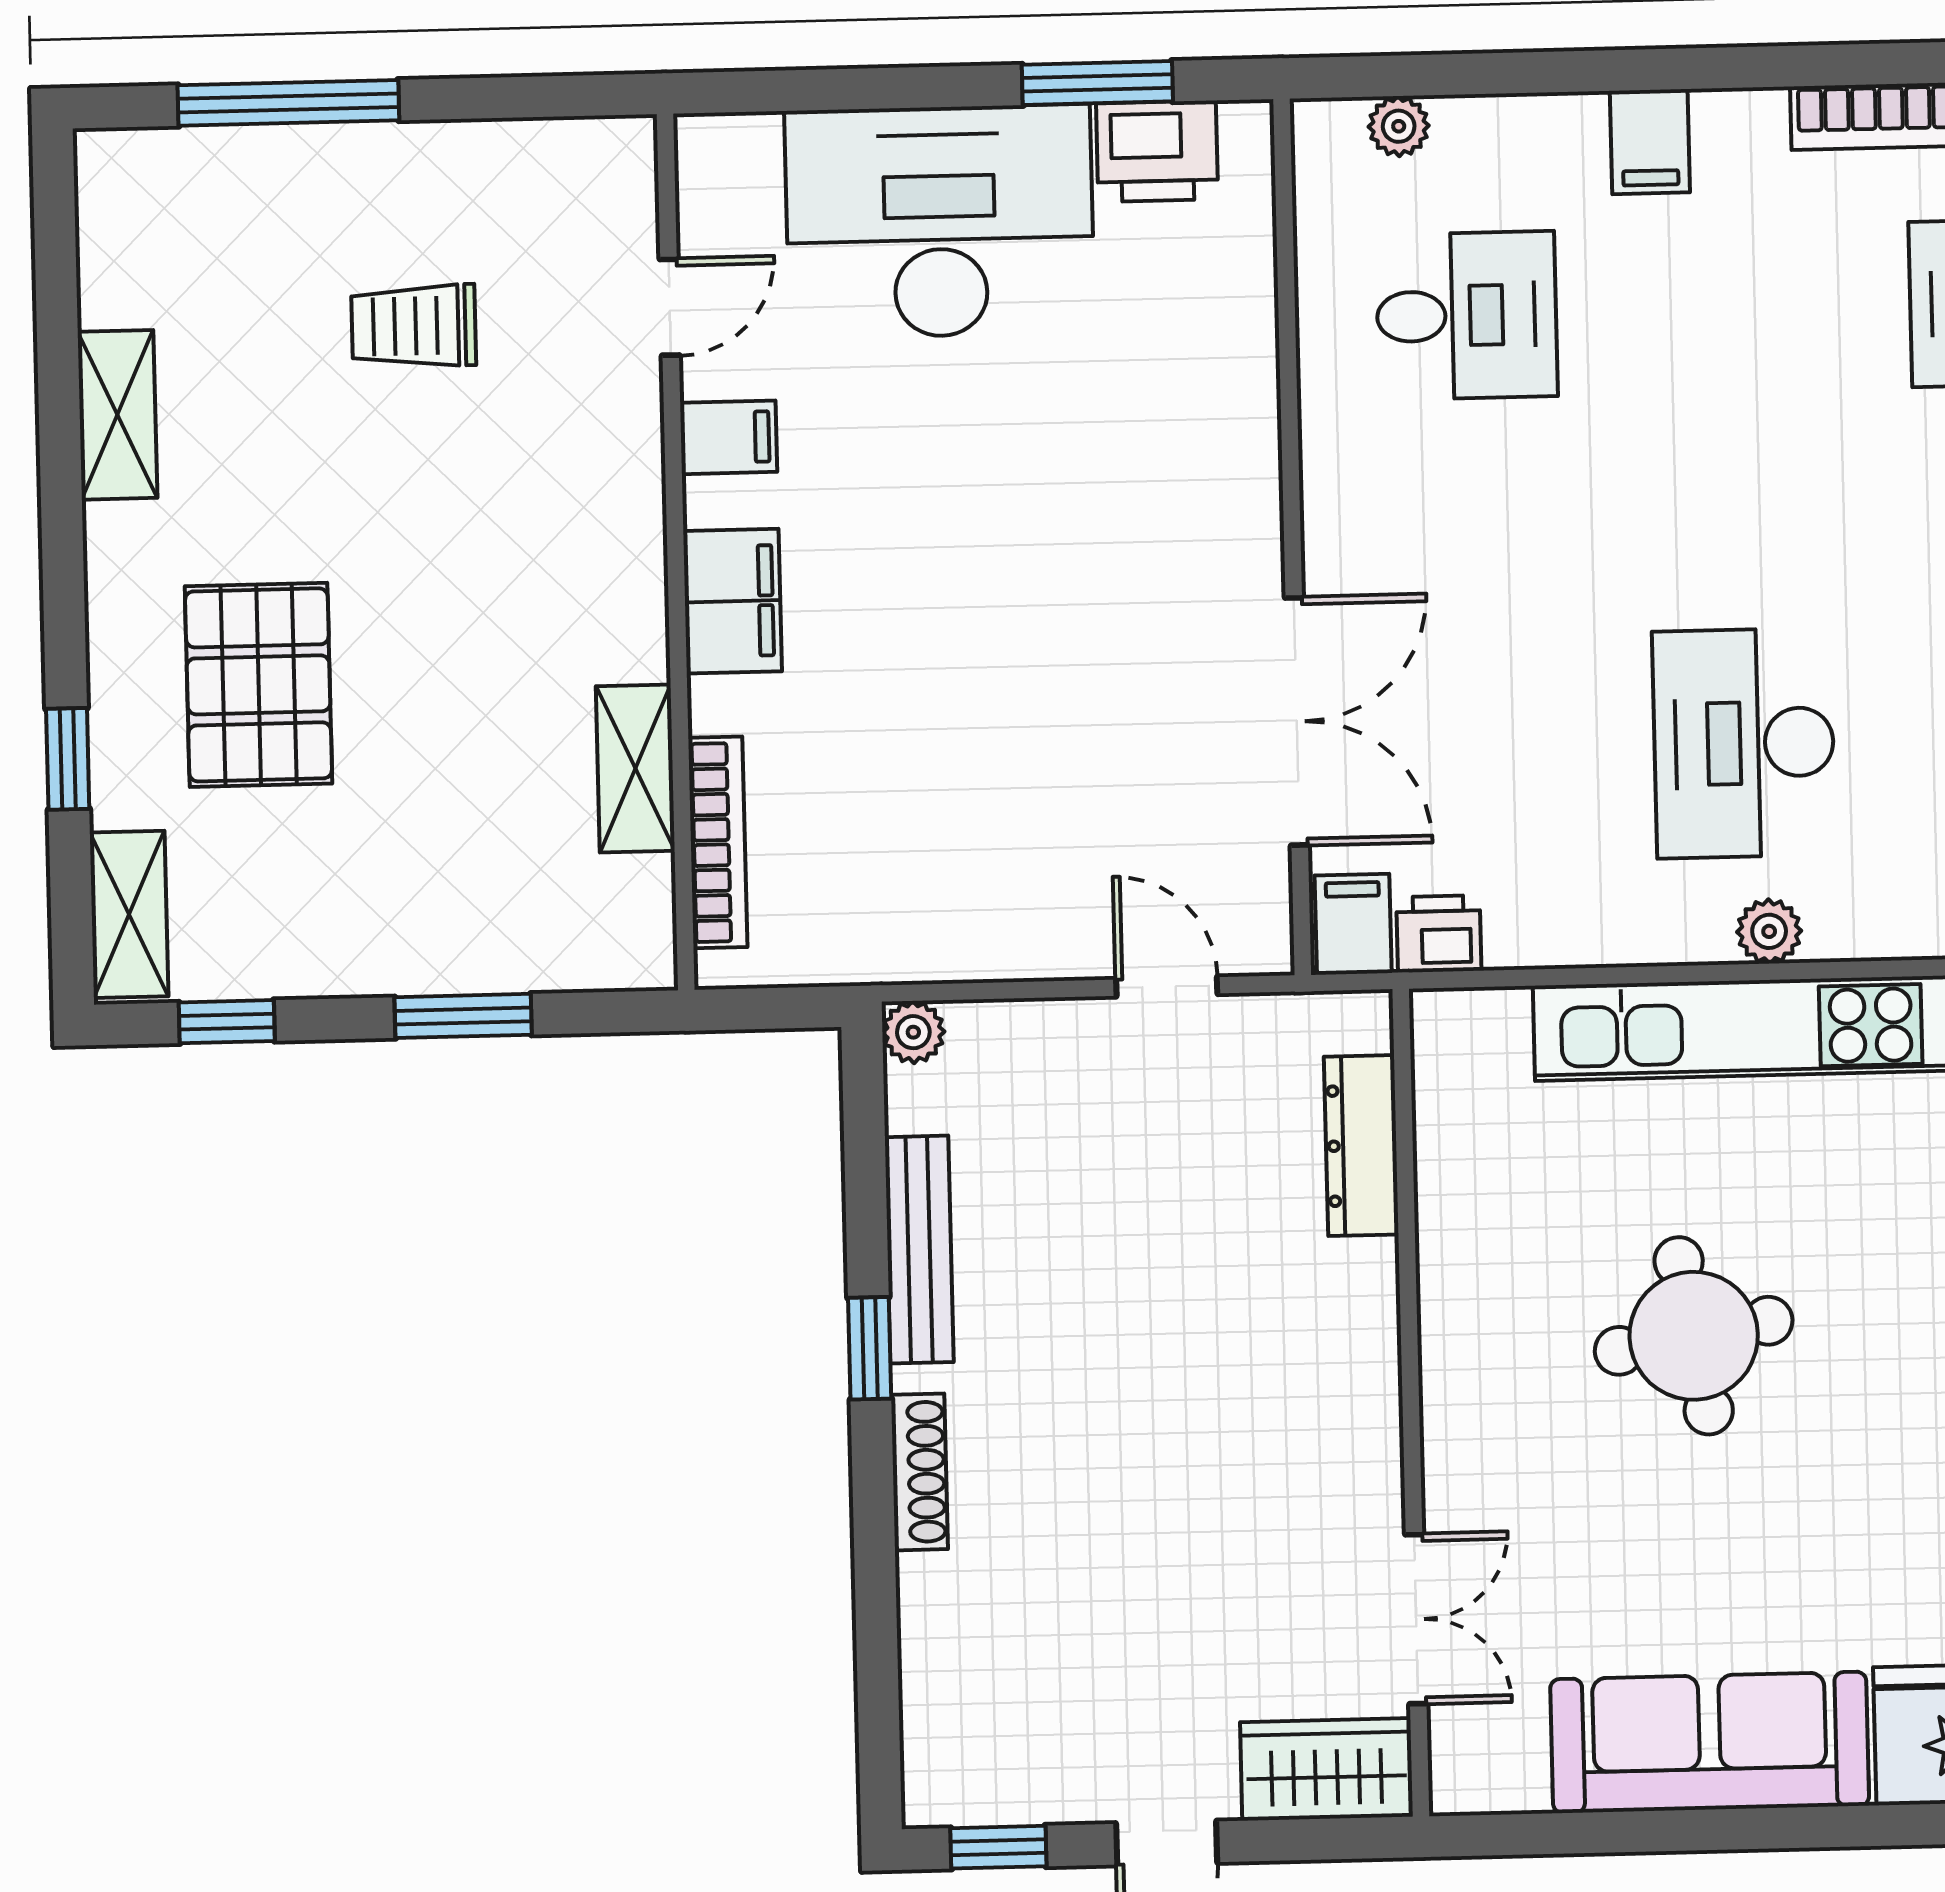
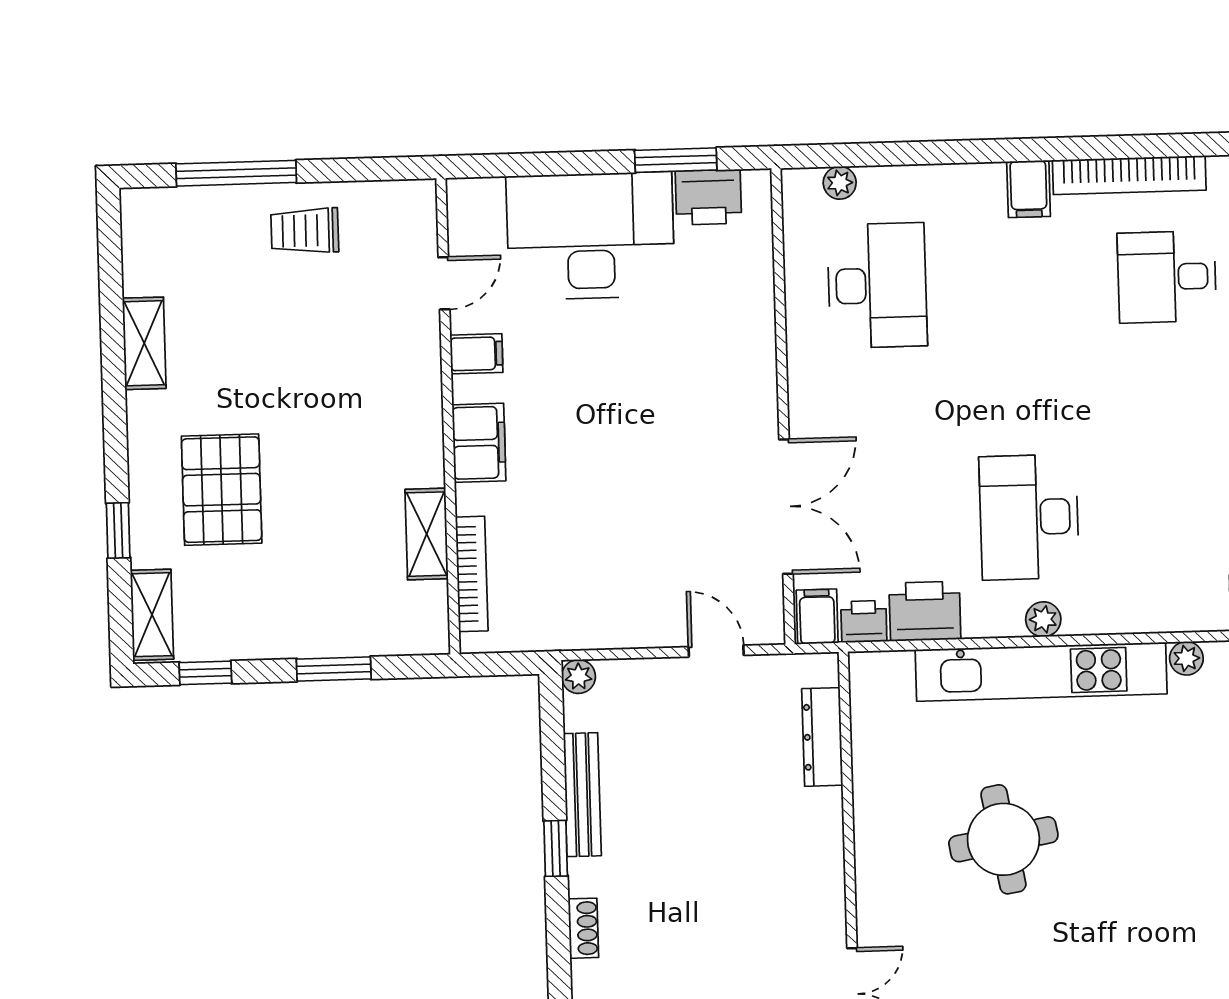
filing cabinet: (1650, 142) -> (1029, 189), moved
desk: (1467, 315) -> (877, 285), width x1.37
trolley: (414, 326) -> (305, 231), moved
printer: (1551, 915) -> (925, 611), added
shoe rack: (919, 1472) -> (583, 928), width x0.70

